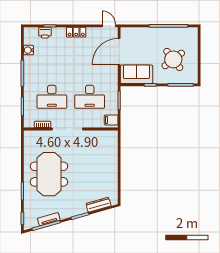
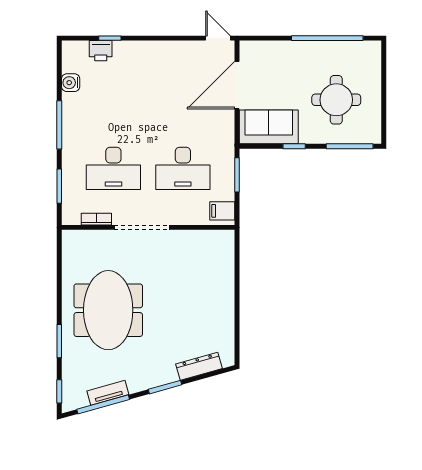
locker: (76, 32) -> (158, 50), removed
round table: (173, 59) -> (336, 100), turned 38

